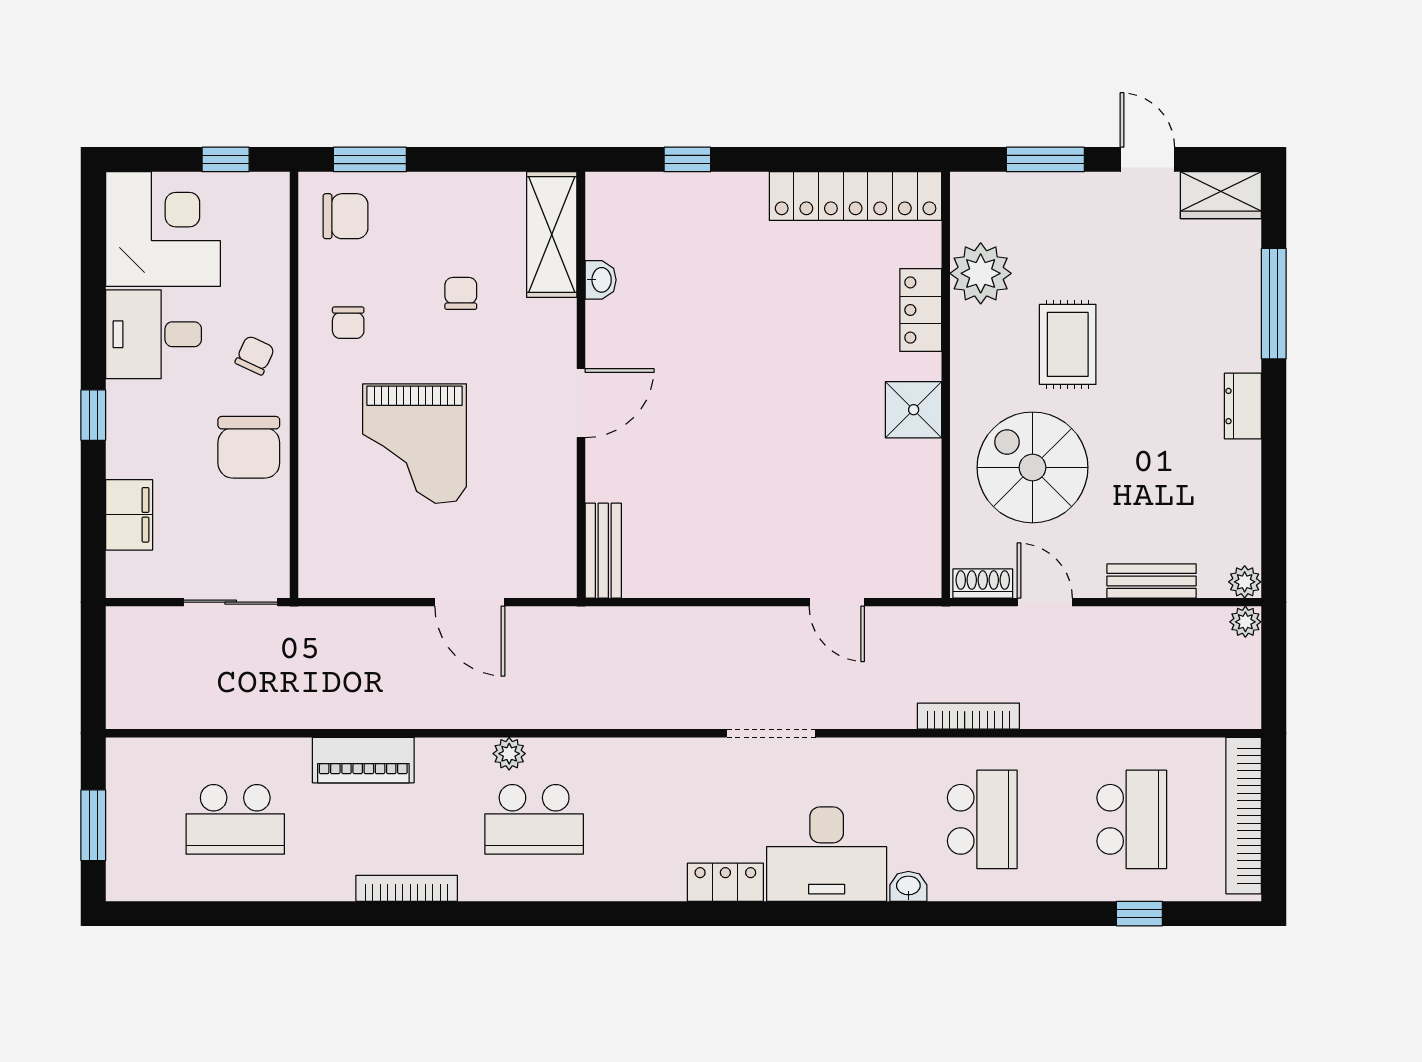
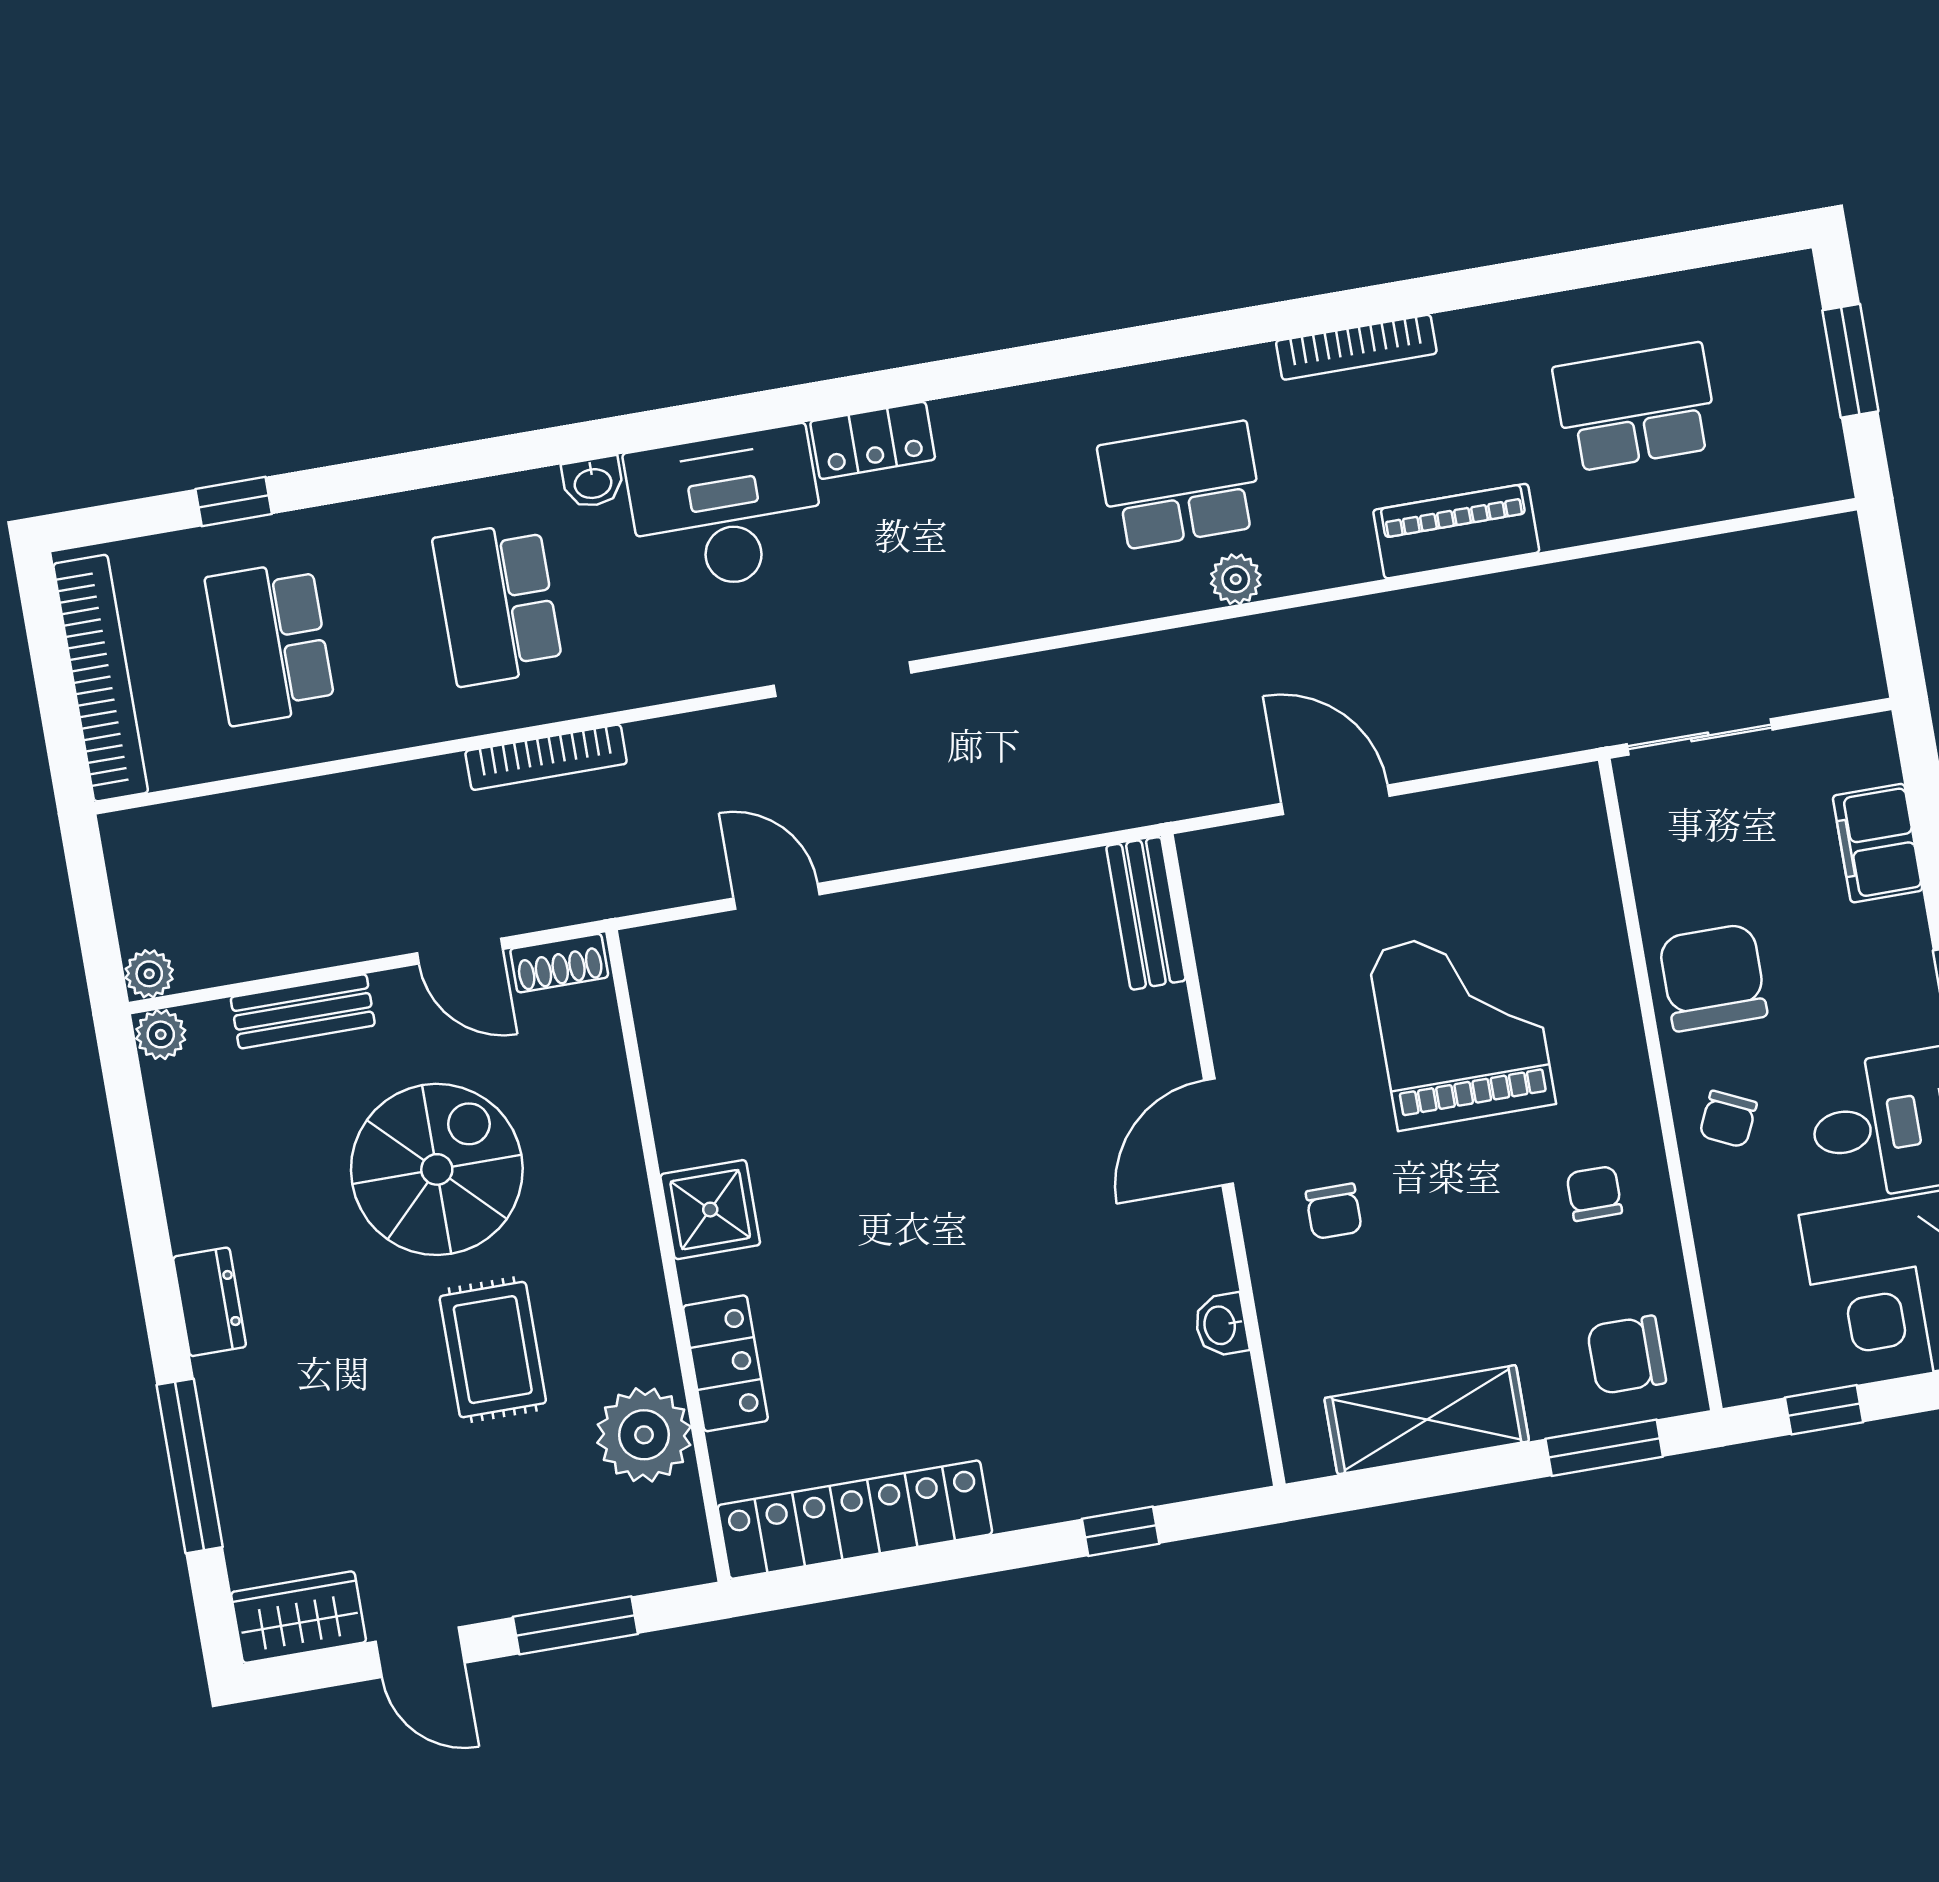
shelving: (552, 235) -> (1427, 1420), moved, turned 90
chair: (461, 293) -> (1334, 1211), moved
spiral stairs: (1032, 467) -> (437, 1169), moved, turned -90

